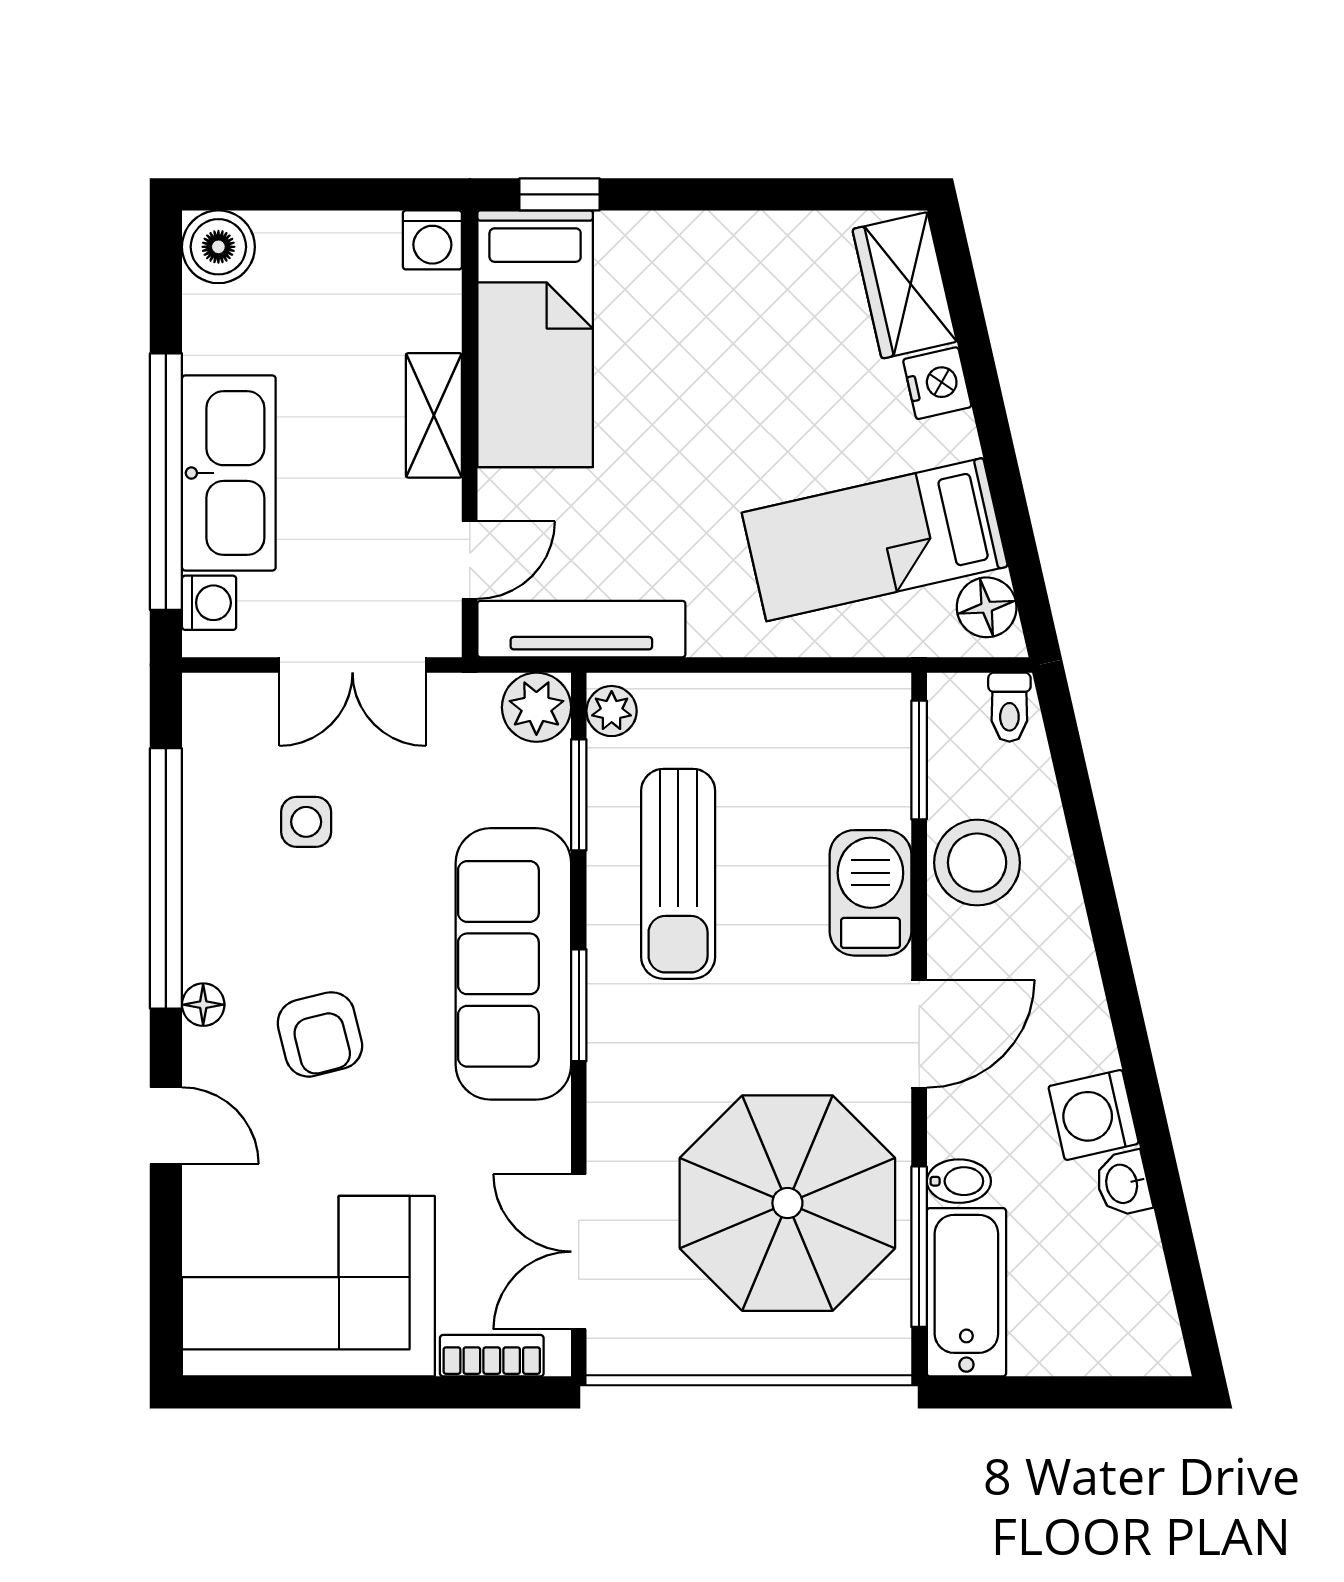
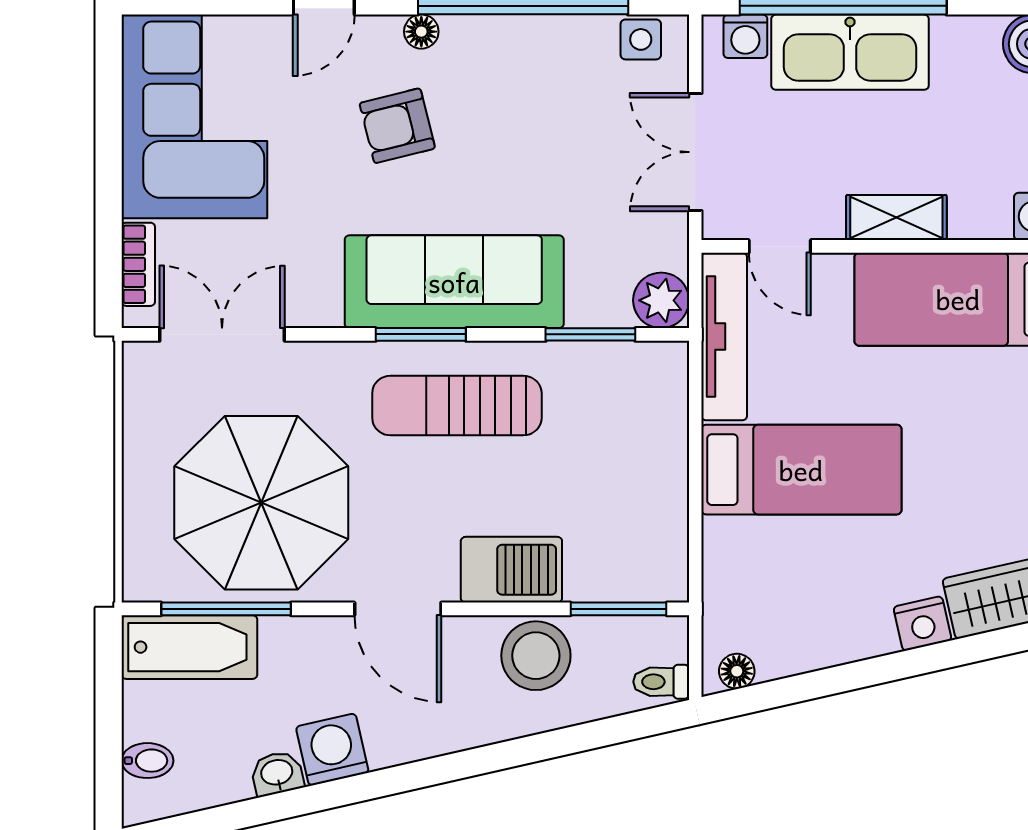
bed: (875, 540) -> (801, 470), moved, turned 103
floor lamp: (987, 607) -> (737, 671), width x0.73, depth x0.73
plant: (612, 711) -> (658, 361), removed
side table: (306, 822) -> (641, 39), moved
sun lounger: (678, 874) -> (457, 406), moved
bidet: (959, 1181) -> (147, 761), moved, turned -90

